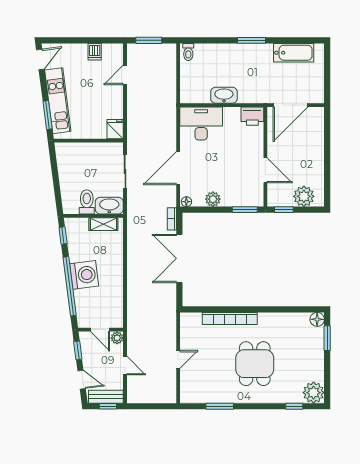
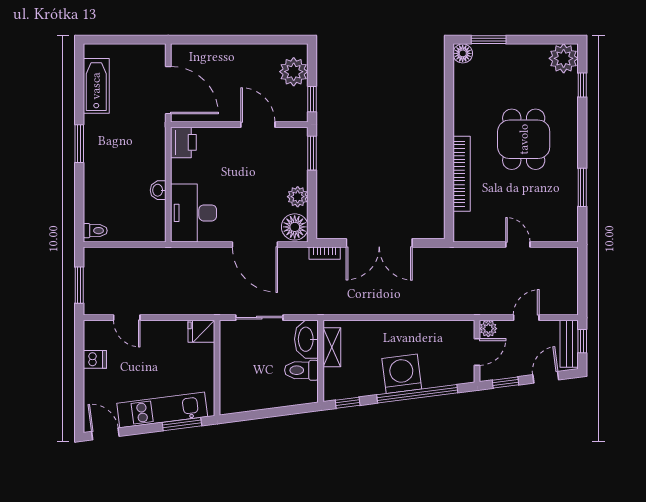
washbasin: (224, 95) -> (158, 190), width x0.52, depth x0.69
door: (265, 170) -> (258, 125), hinge flipped
floor lamp: (186, 202) -> (295, 227), width x1.89, depth x1.89
dining table: (255, 364) -> (524, 139), turned 90

